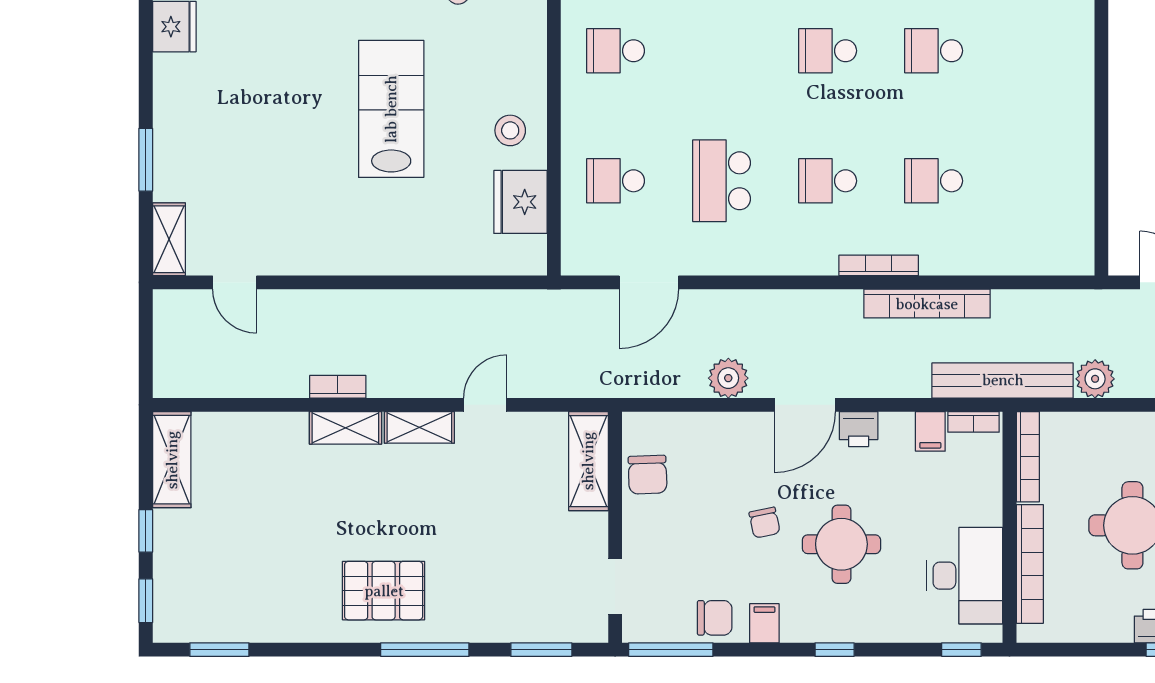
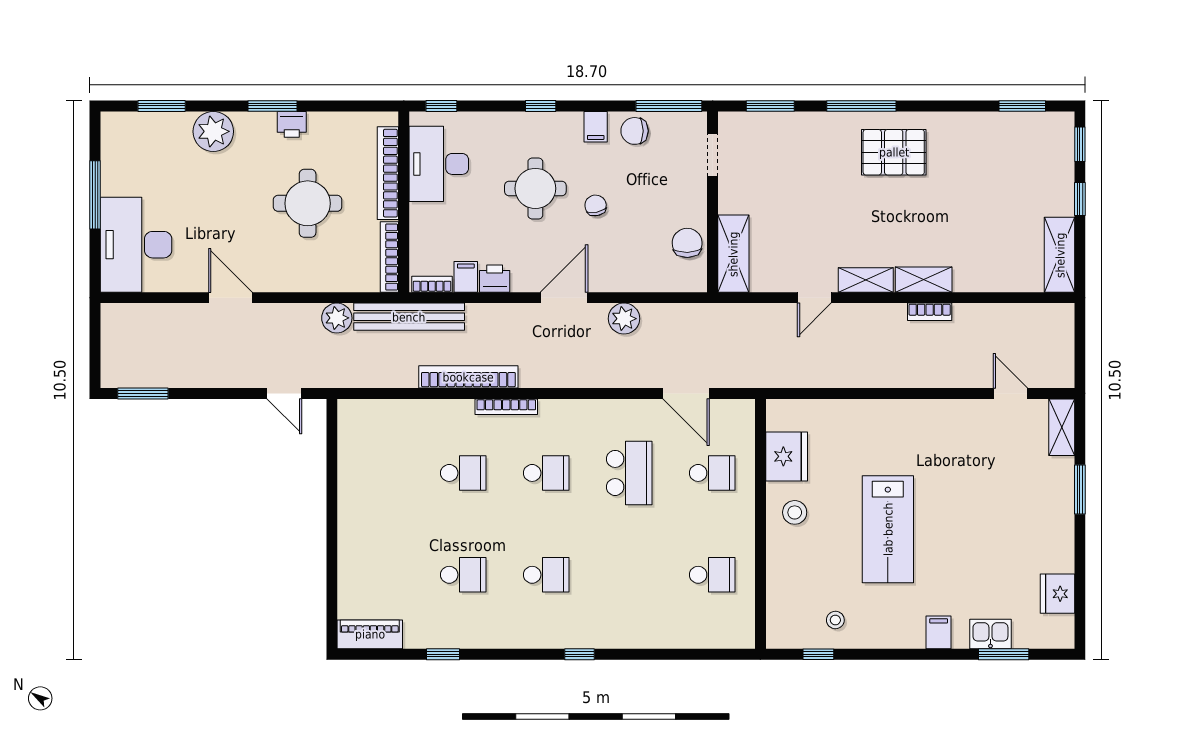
door: (649, 282) -> (686, 393), swing flipped
printer: (859, 429) -> (495, 279), moved

